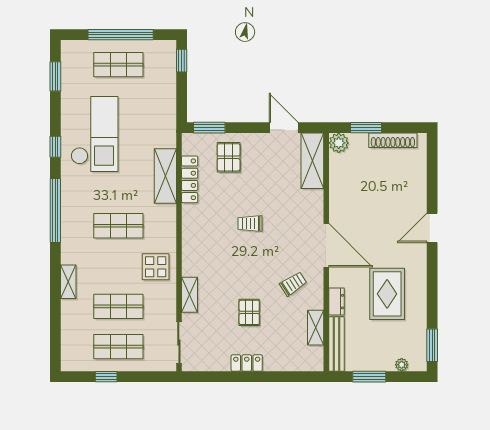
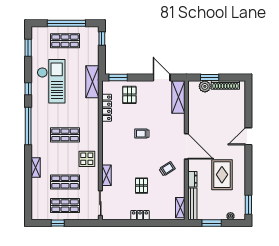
plant: (339, 143) -> (205, 86), moved
shelving: (165, 176) -> (92, 82), moved
shelving: (316, 328) -> (180, 208), moved

